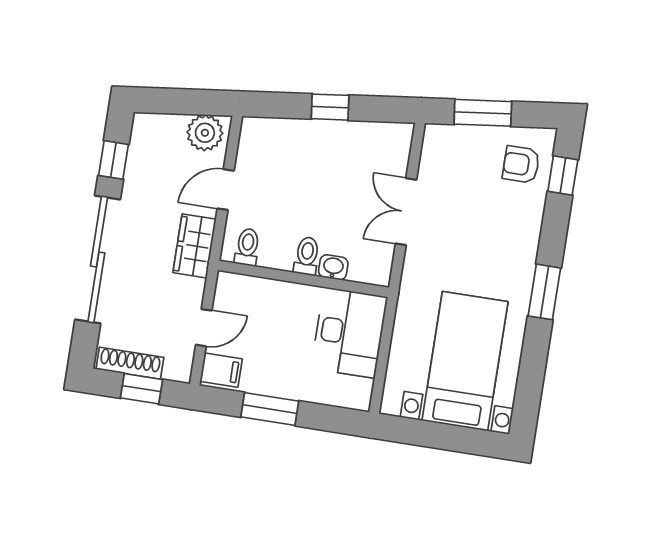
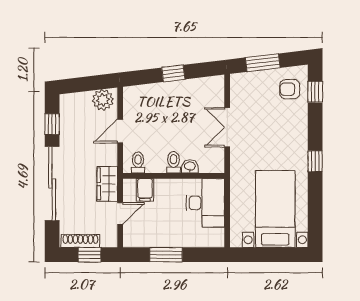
wardrobe: (195, 246) -> (107, 184), moved
window: (544, 292) -> (315, 161), width x0.67
filing cabinet: (221, 370) -> (145, 190), moved, turned 90

